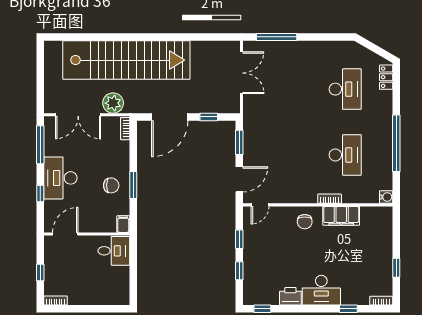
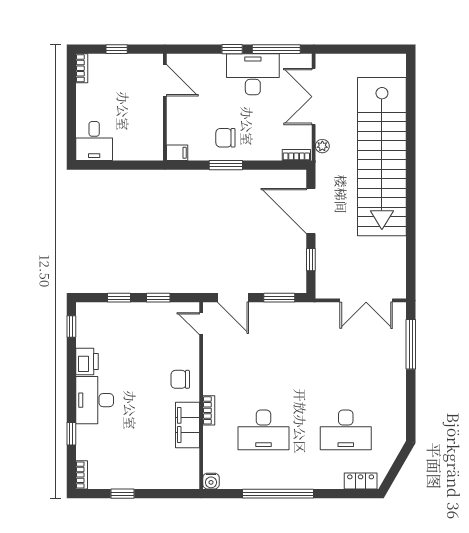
plant: (113, 103) -> (322, 146), width x0.53, depth x0.53
desk: (60, 178) -> (253, 74), moved
chair: (111, 185) -> (225, 138), turned 90
window: (40, 194) -> (232, 49), moved
desk: (114, 251) -> (94, 141), moved

